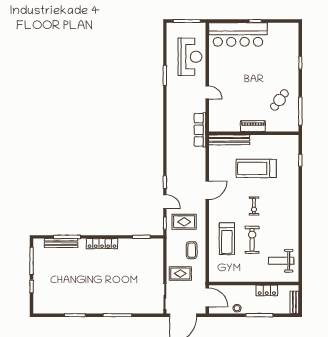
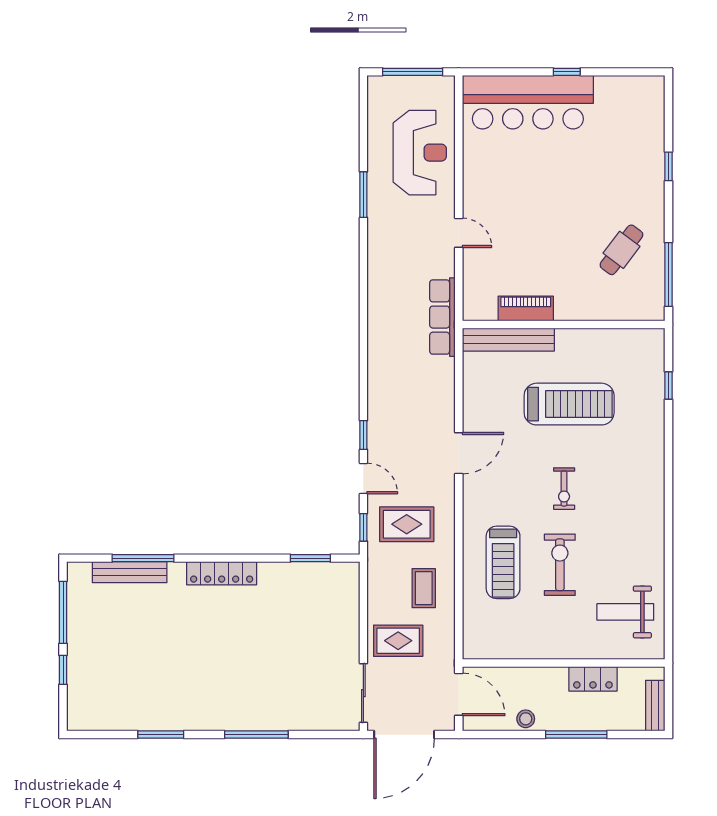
piano: (253, 126) -> (526, 309), moved
treadmill: (256, 168) -> (569, 404), turned 180

